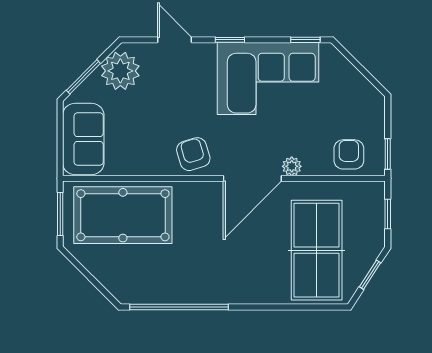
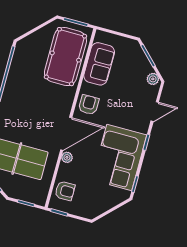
plant: (120, 71) -> (153, 79), width x0.53, depth x0.53
sofa: (83, 139) -> (99, 64), moved, turned -90
armchair: (193, 154) -> (89, 105), turned -73
door: (252, 178) -> (66, 134), swing flipped

